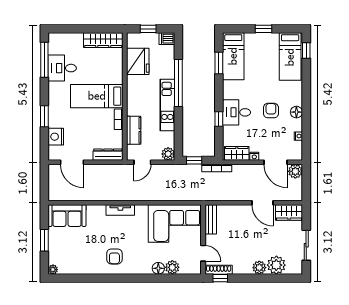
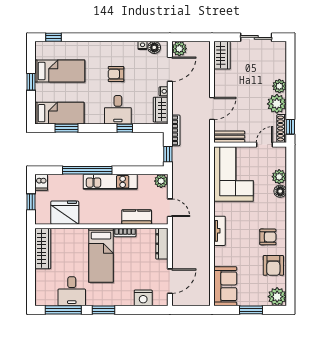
bed: (290, 57) -> (60, 71), moved
floor lamp: (296, 112) -> (154, 47), moved
window: (44, 116) -> (103, 310), moved
door: (263, 203) -> (212, 108), moved
armchair: (87, 262) -> (273, 265), added
plant: (276, 265) -> (277, 104), moved
plant: (53, 270) -> (277, 297), width x1.87, depth x1.87

